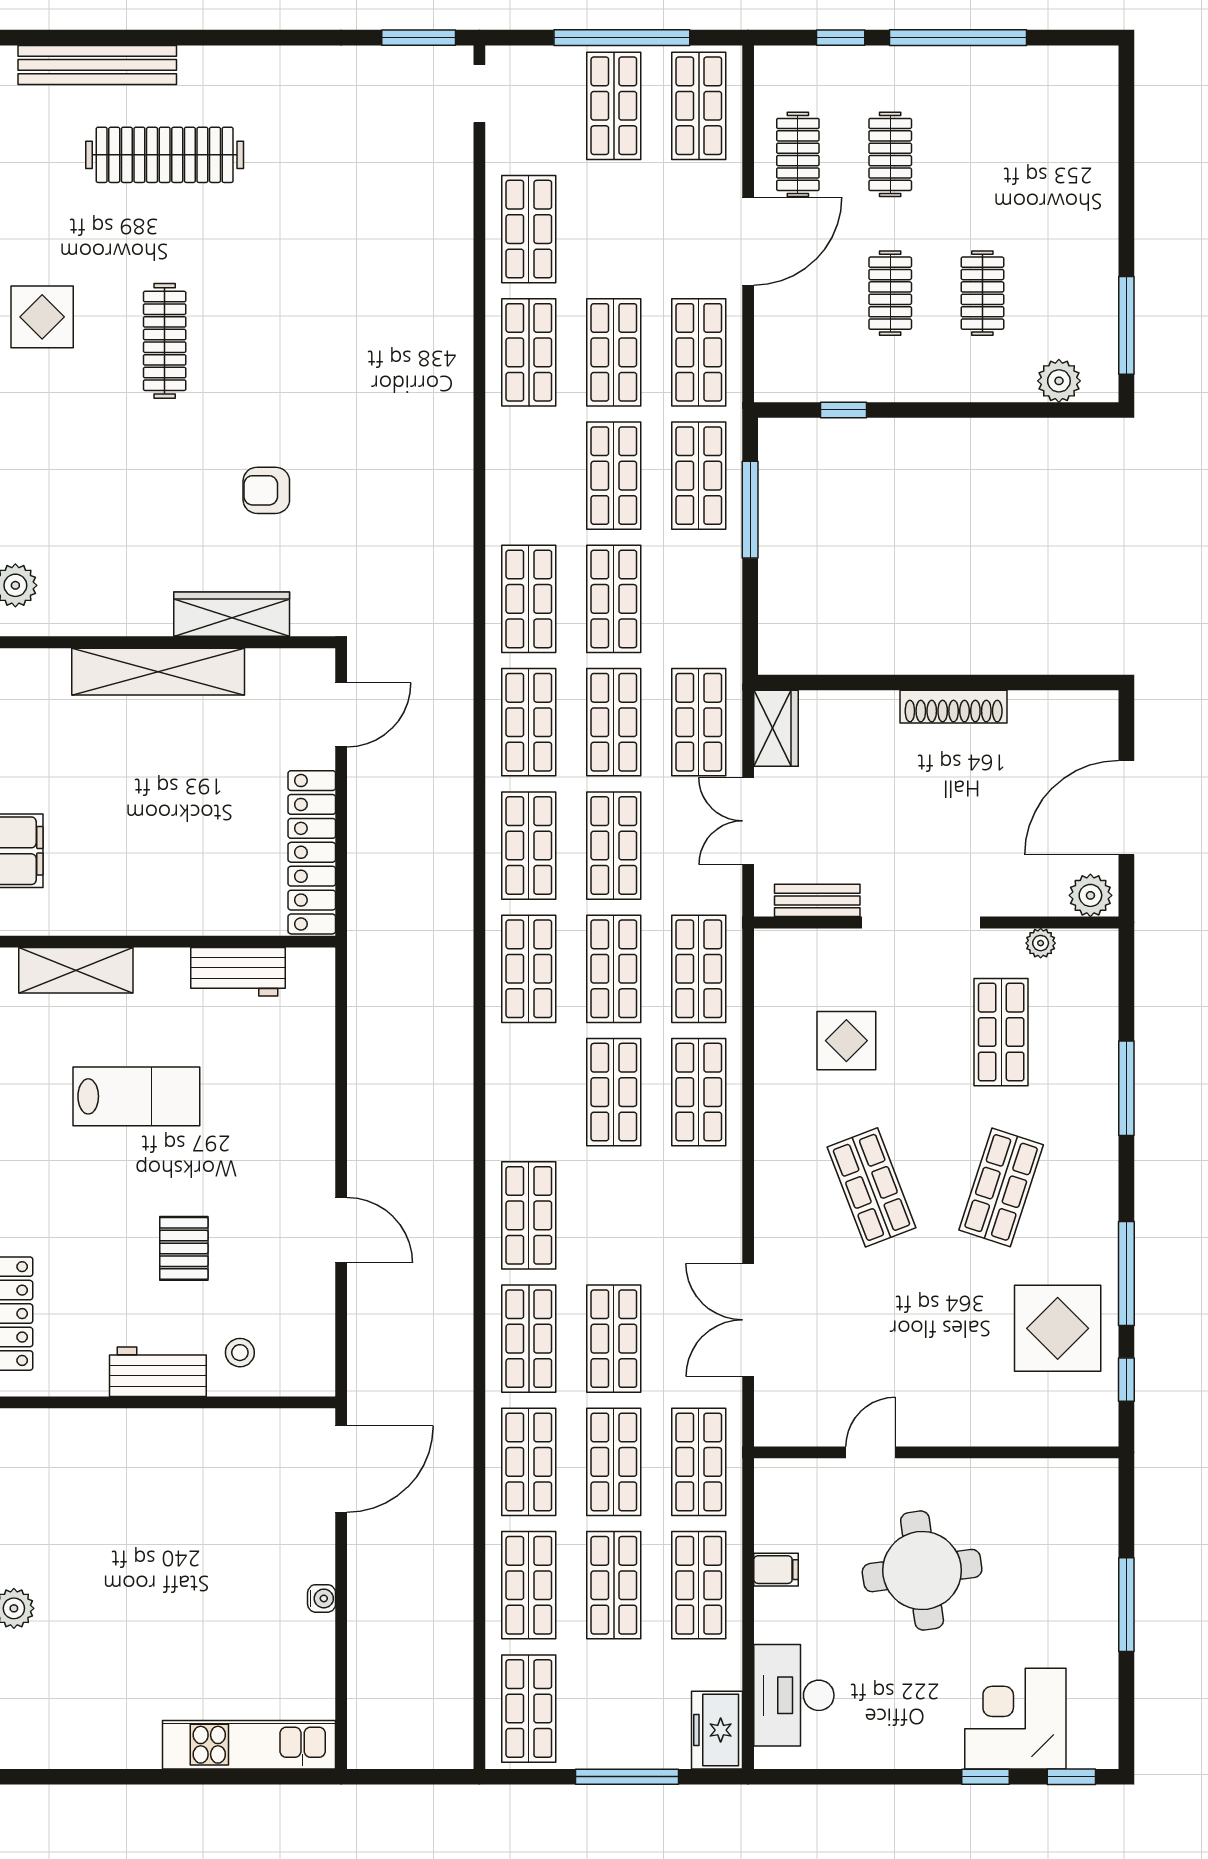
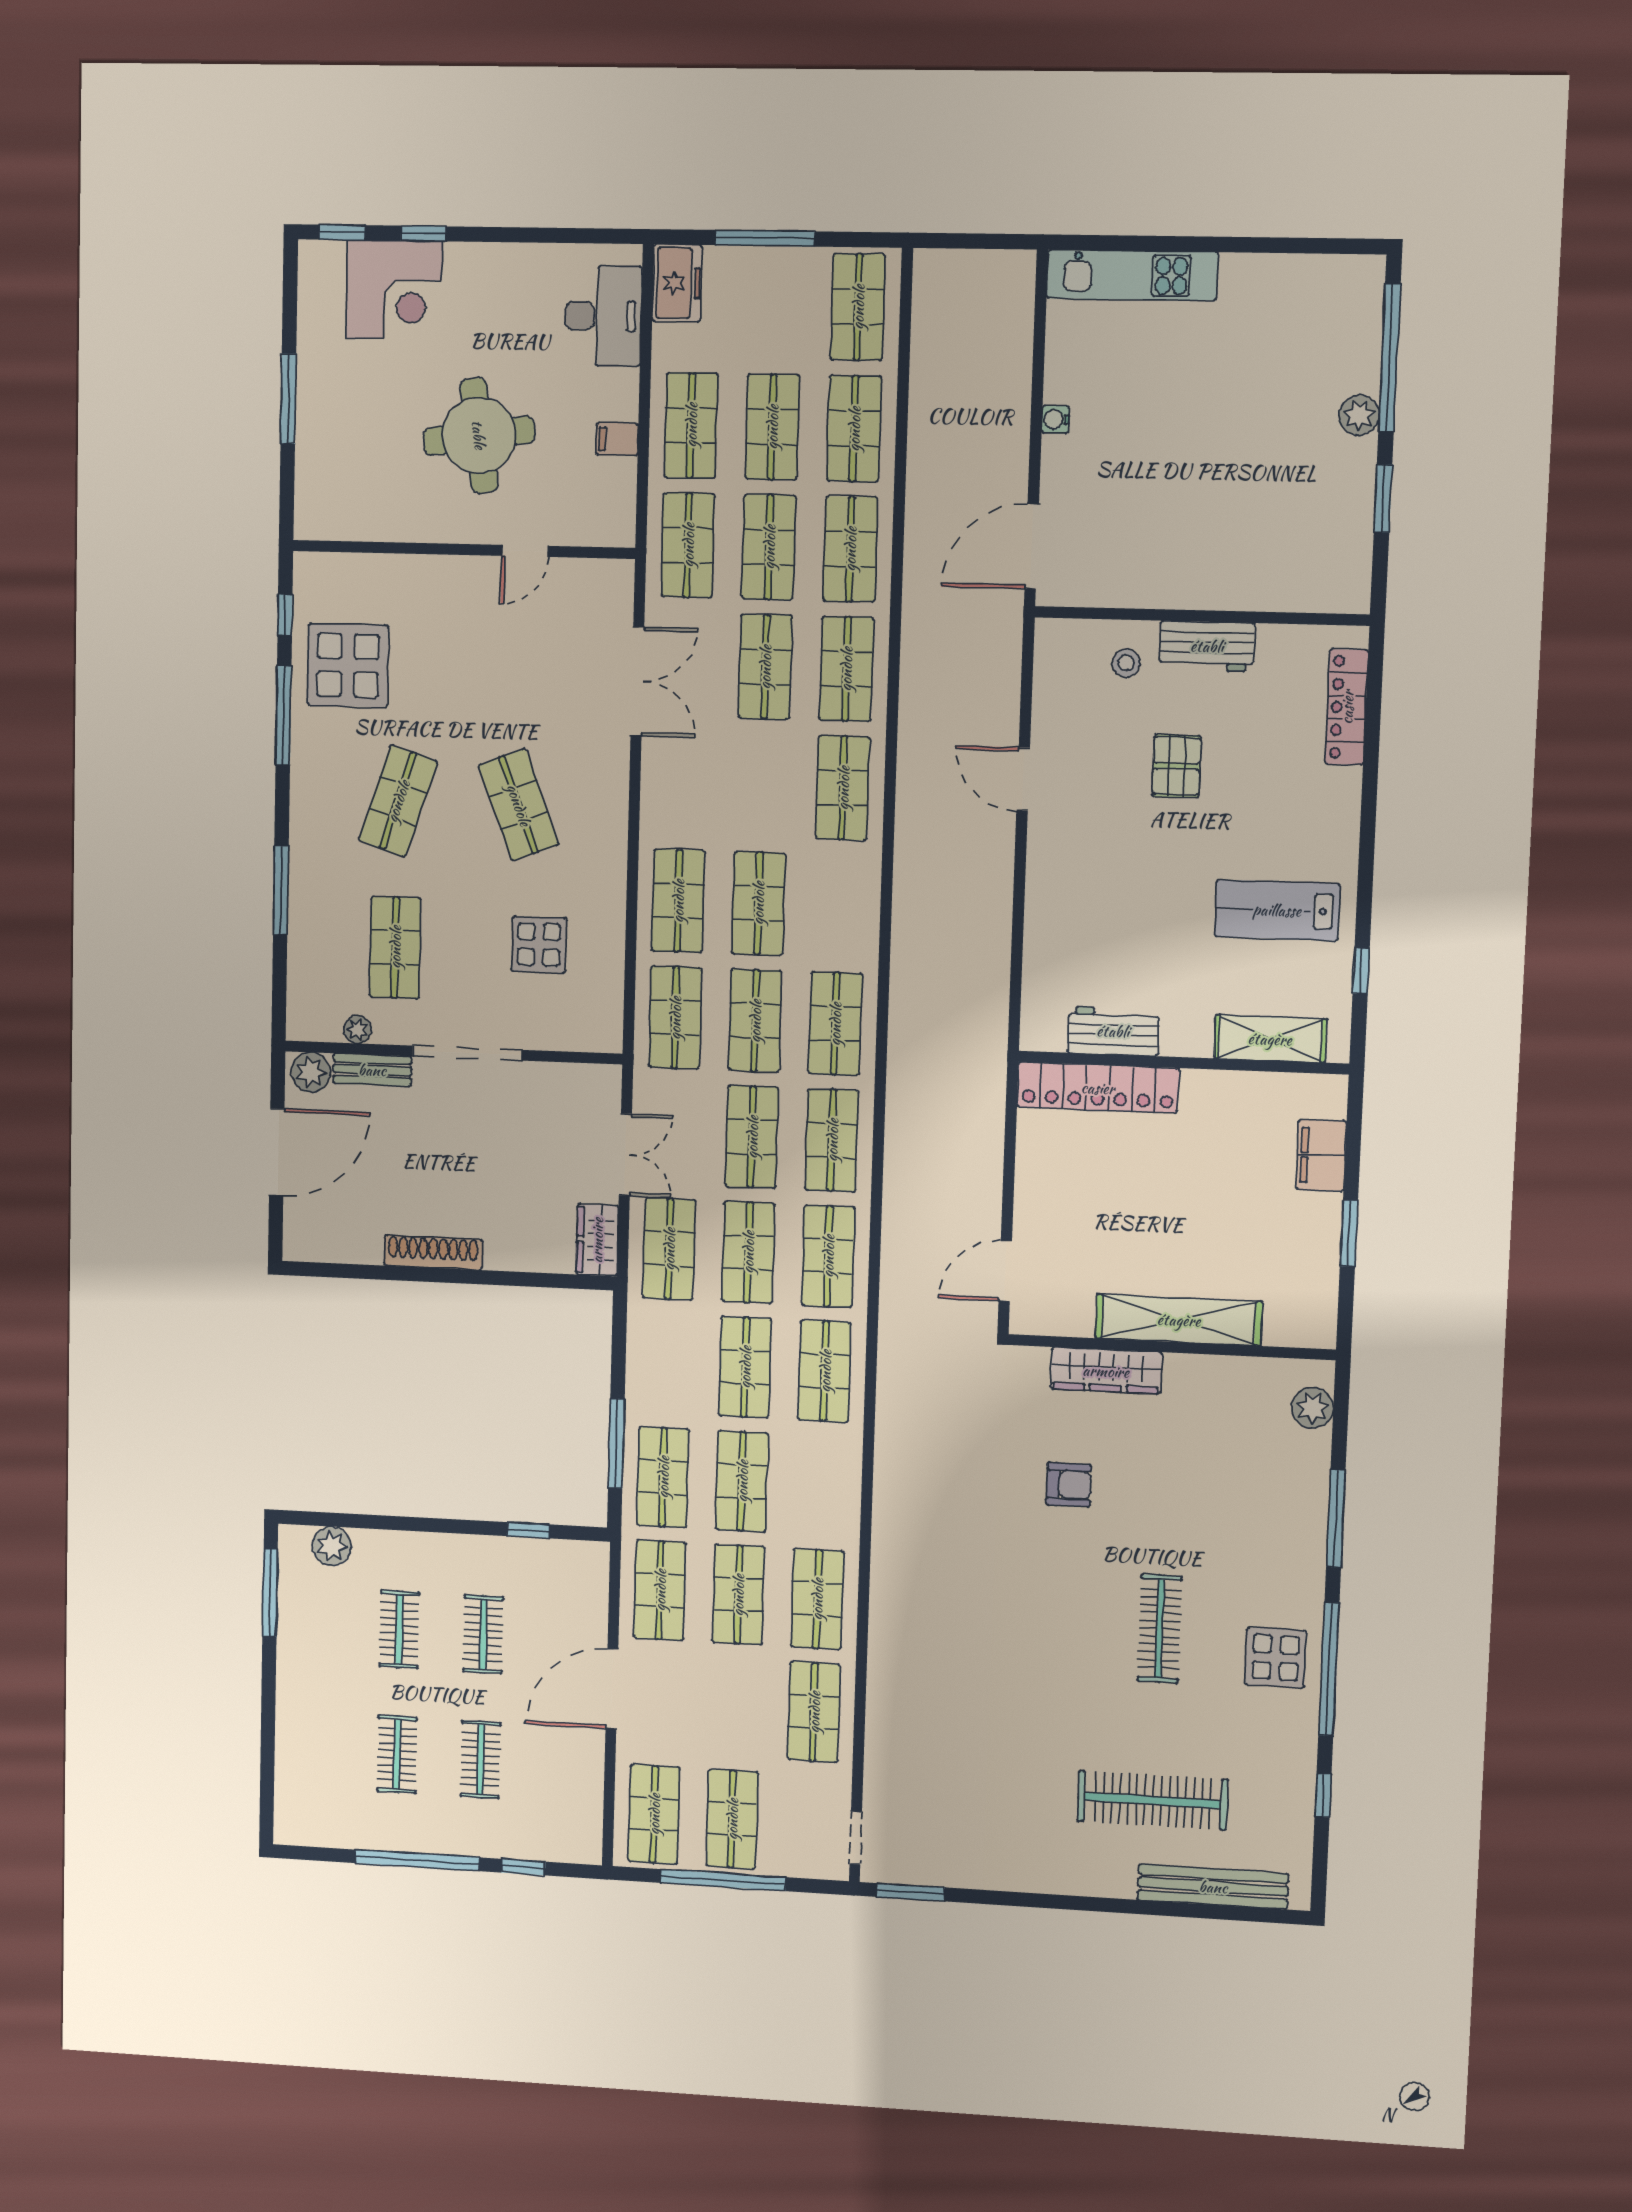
clothes rail: (798, 154) -> (397, 1754), moved
locker: (312, 852) -> (1098, 1088), moved, turned 90
bench: (817, 900) -> (372, 1070), moved
lab bench: (136, 1096) -> (1277, 910), moved

